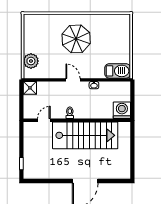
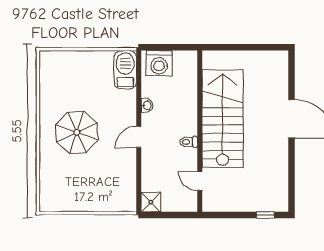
plant: (31, 61) -> (110, 201), removed
washing machine: (122, 110) -> (159, 63), moved, turned -90

